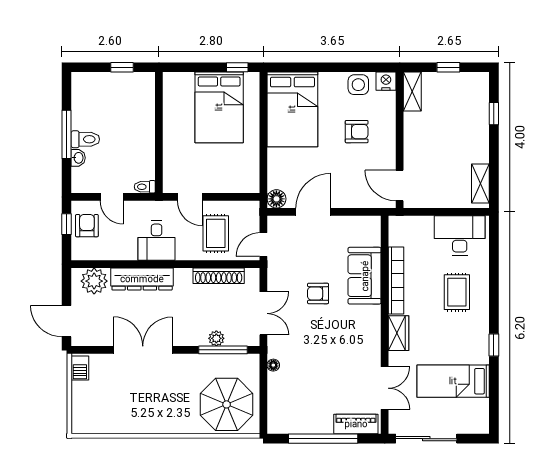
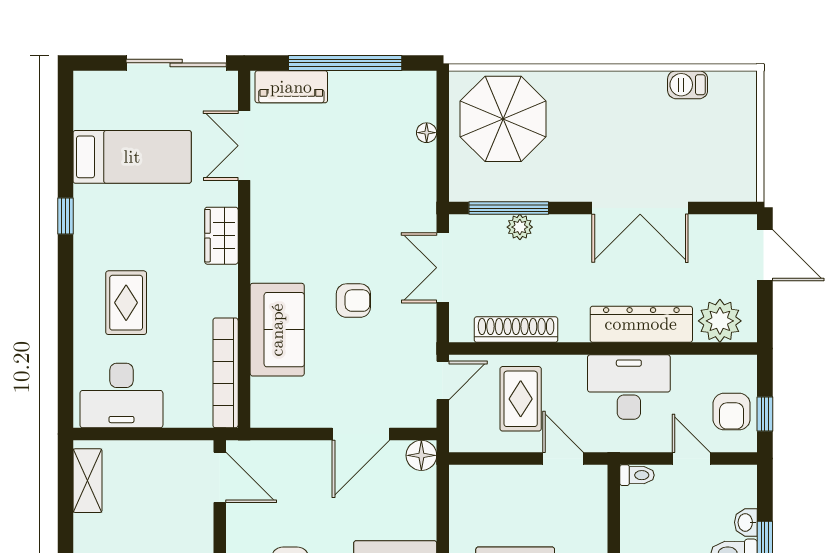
desk: (157, 241) -> (629, 387), width x1.37
bookcase: (396, 280) -> (226, 373), moved
floor lamp: (273, 365) -> (427, 133), moved
barbecue: (80, 368) -> (688, 85), moved, turned -90

